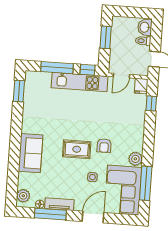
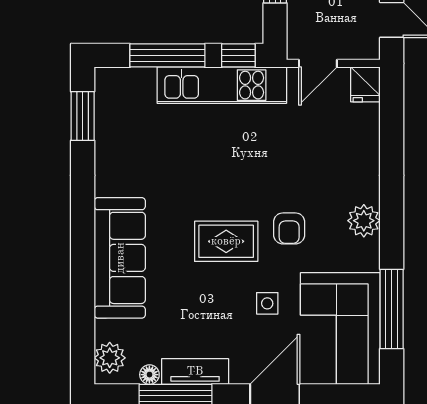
window: (151, 103) -> (392, 123), removed
sofa: (31, 153) -> (120, 258), width x1.36
plant: (135, 159) -> (364, 221), moved

